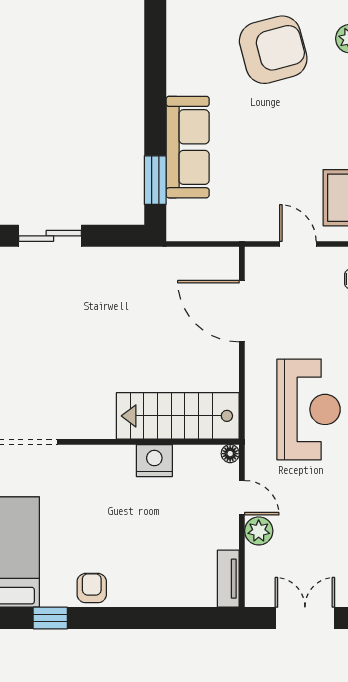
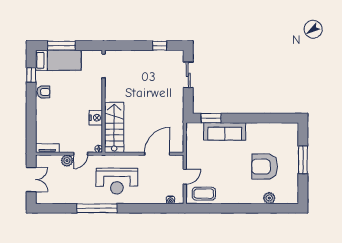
armchair: (273, 50) -> (265, 167), turned 105

